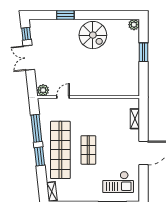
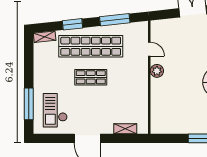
plant: (43, 90) -> (157, 71), moved
window: (40, 156) -> (72, 24), moved

